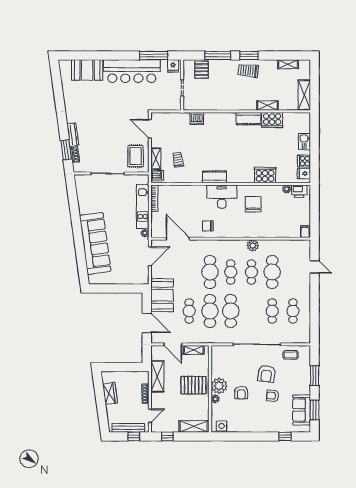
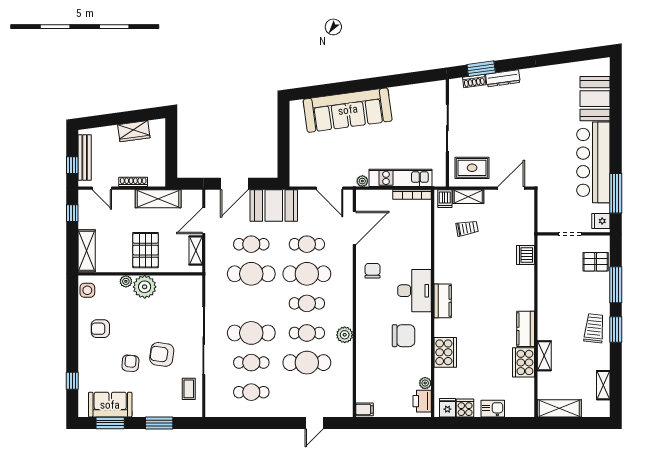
kitchen counter: (214, 177) -> (443, 301), moved
cafe table: (189, 272) -> (307, 244), added
cafe table: (231, 311) -> (251, 333), moved
armchair: (241, 393) -> (100, 329), moved

